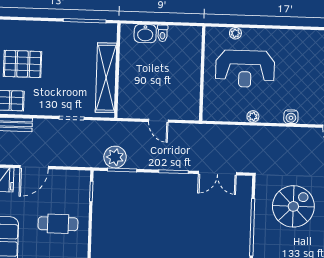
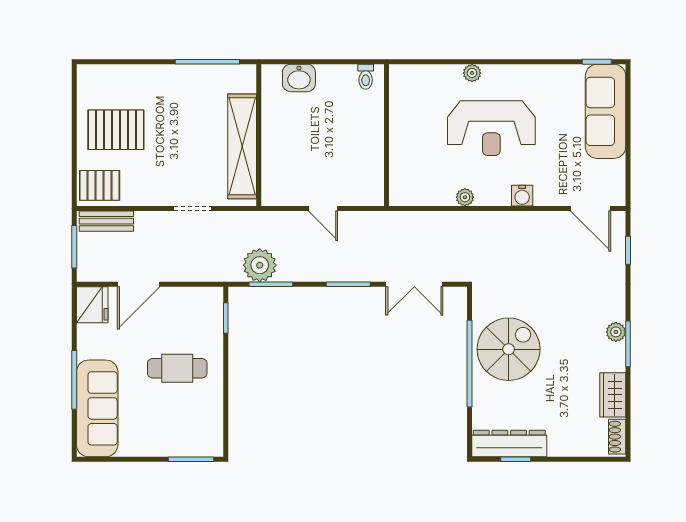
toilet: (163, 33) -> (366, 77), moved
plant: (235, 33) -> (472, 73), moved
reception desk: (245, 69) -> (491, 128), moved
spiral stairs: (293, 206) -> (509, 349), moved

